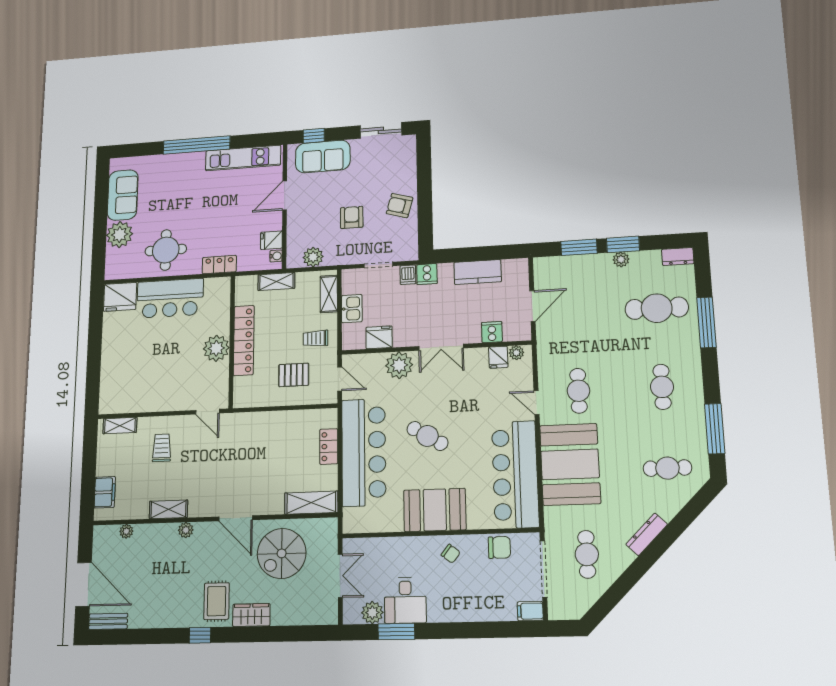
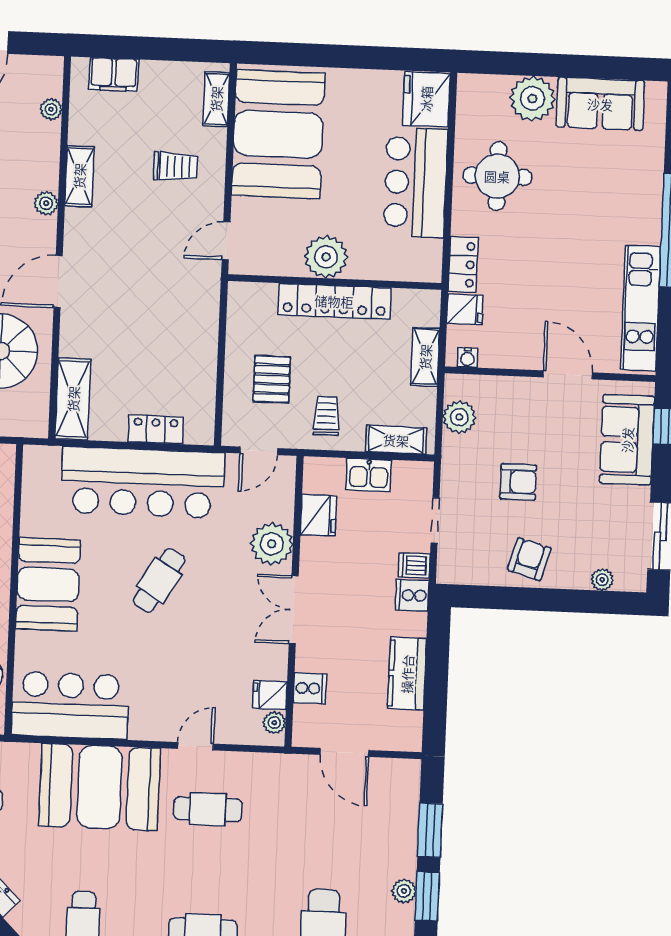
plant: (410, 161) -> (602, 580), added
fridge: (271, 240) -> (465, 309), moved, turned 90
booth: (141, 385) -> (278, 134), added
bar counter: (515, 474) -> (70, 705), width x0.73

